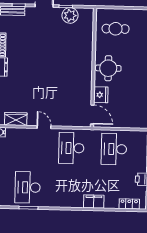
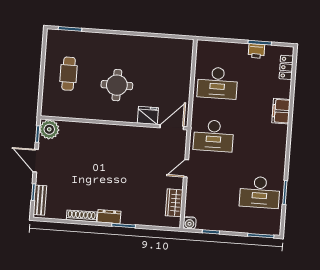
wall: (93, 68) -> (114, 123), moved
fridge: (101, 95) -> (148, 115), moved
door: (92, 114) -> (172, 127), moved

